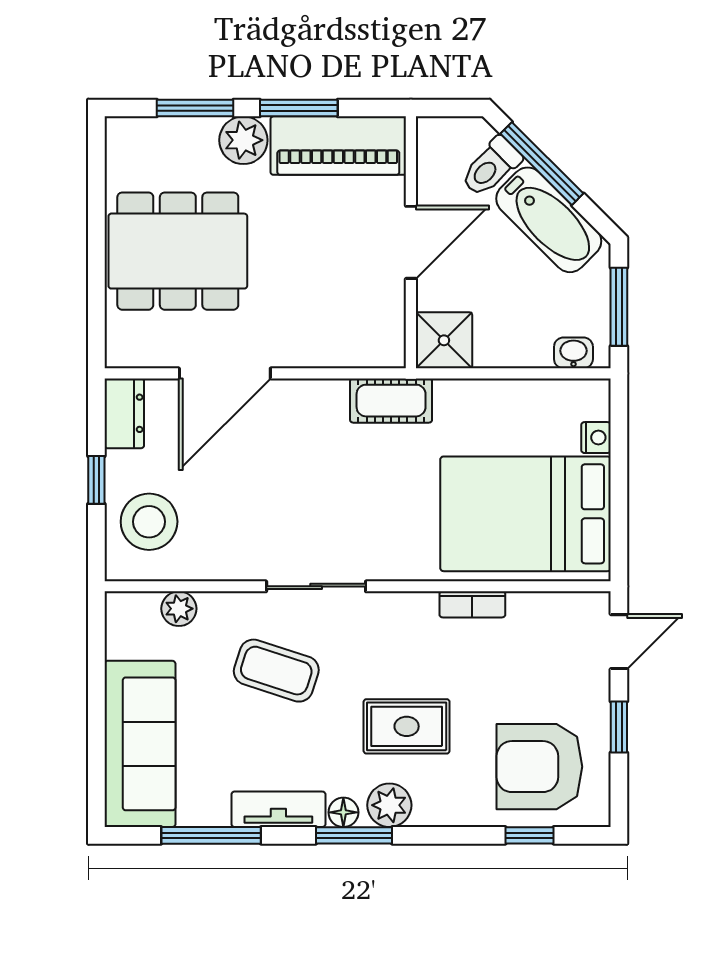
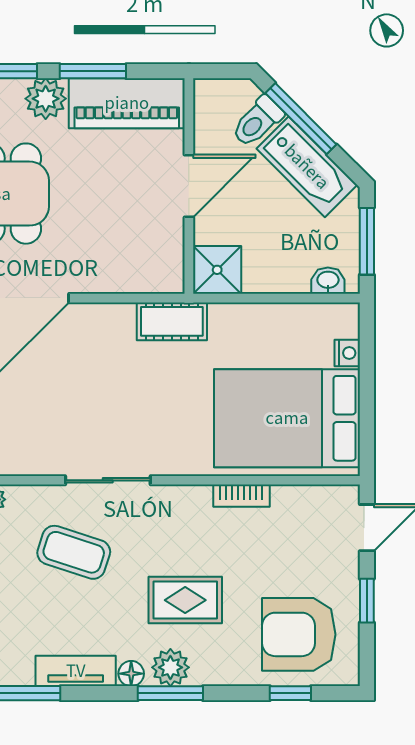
window: (354, 835) -> (170, 693), moved

